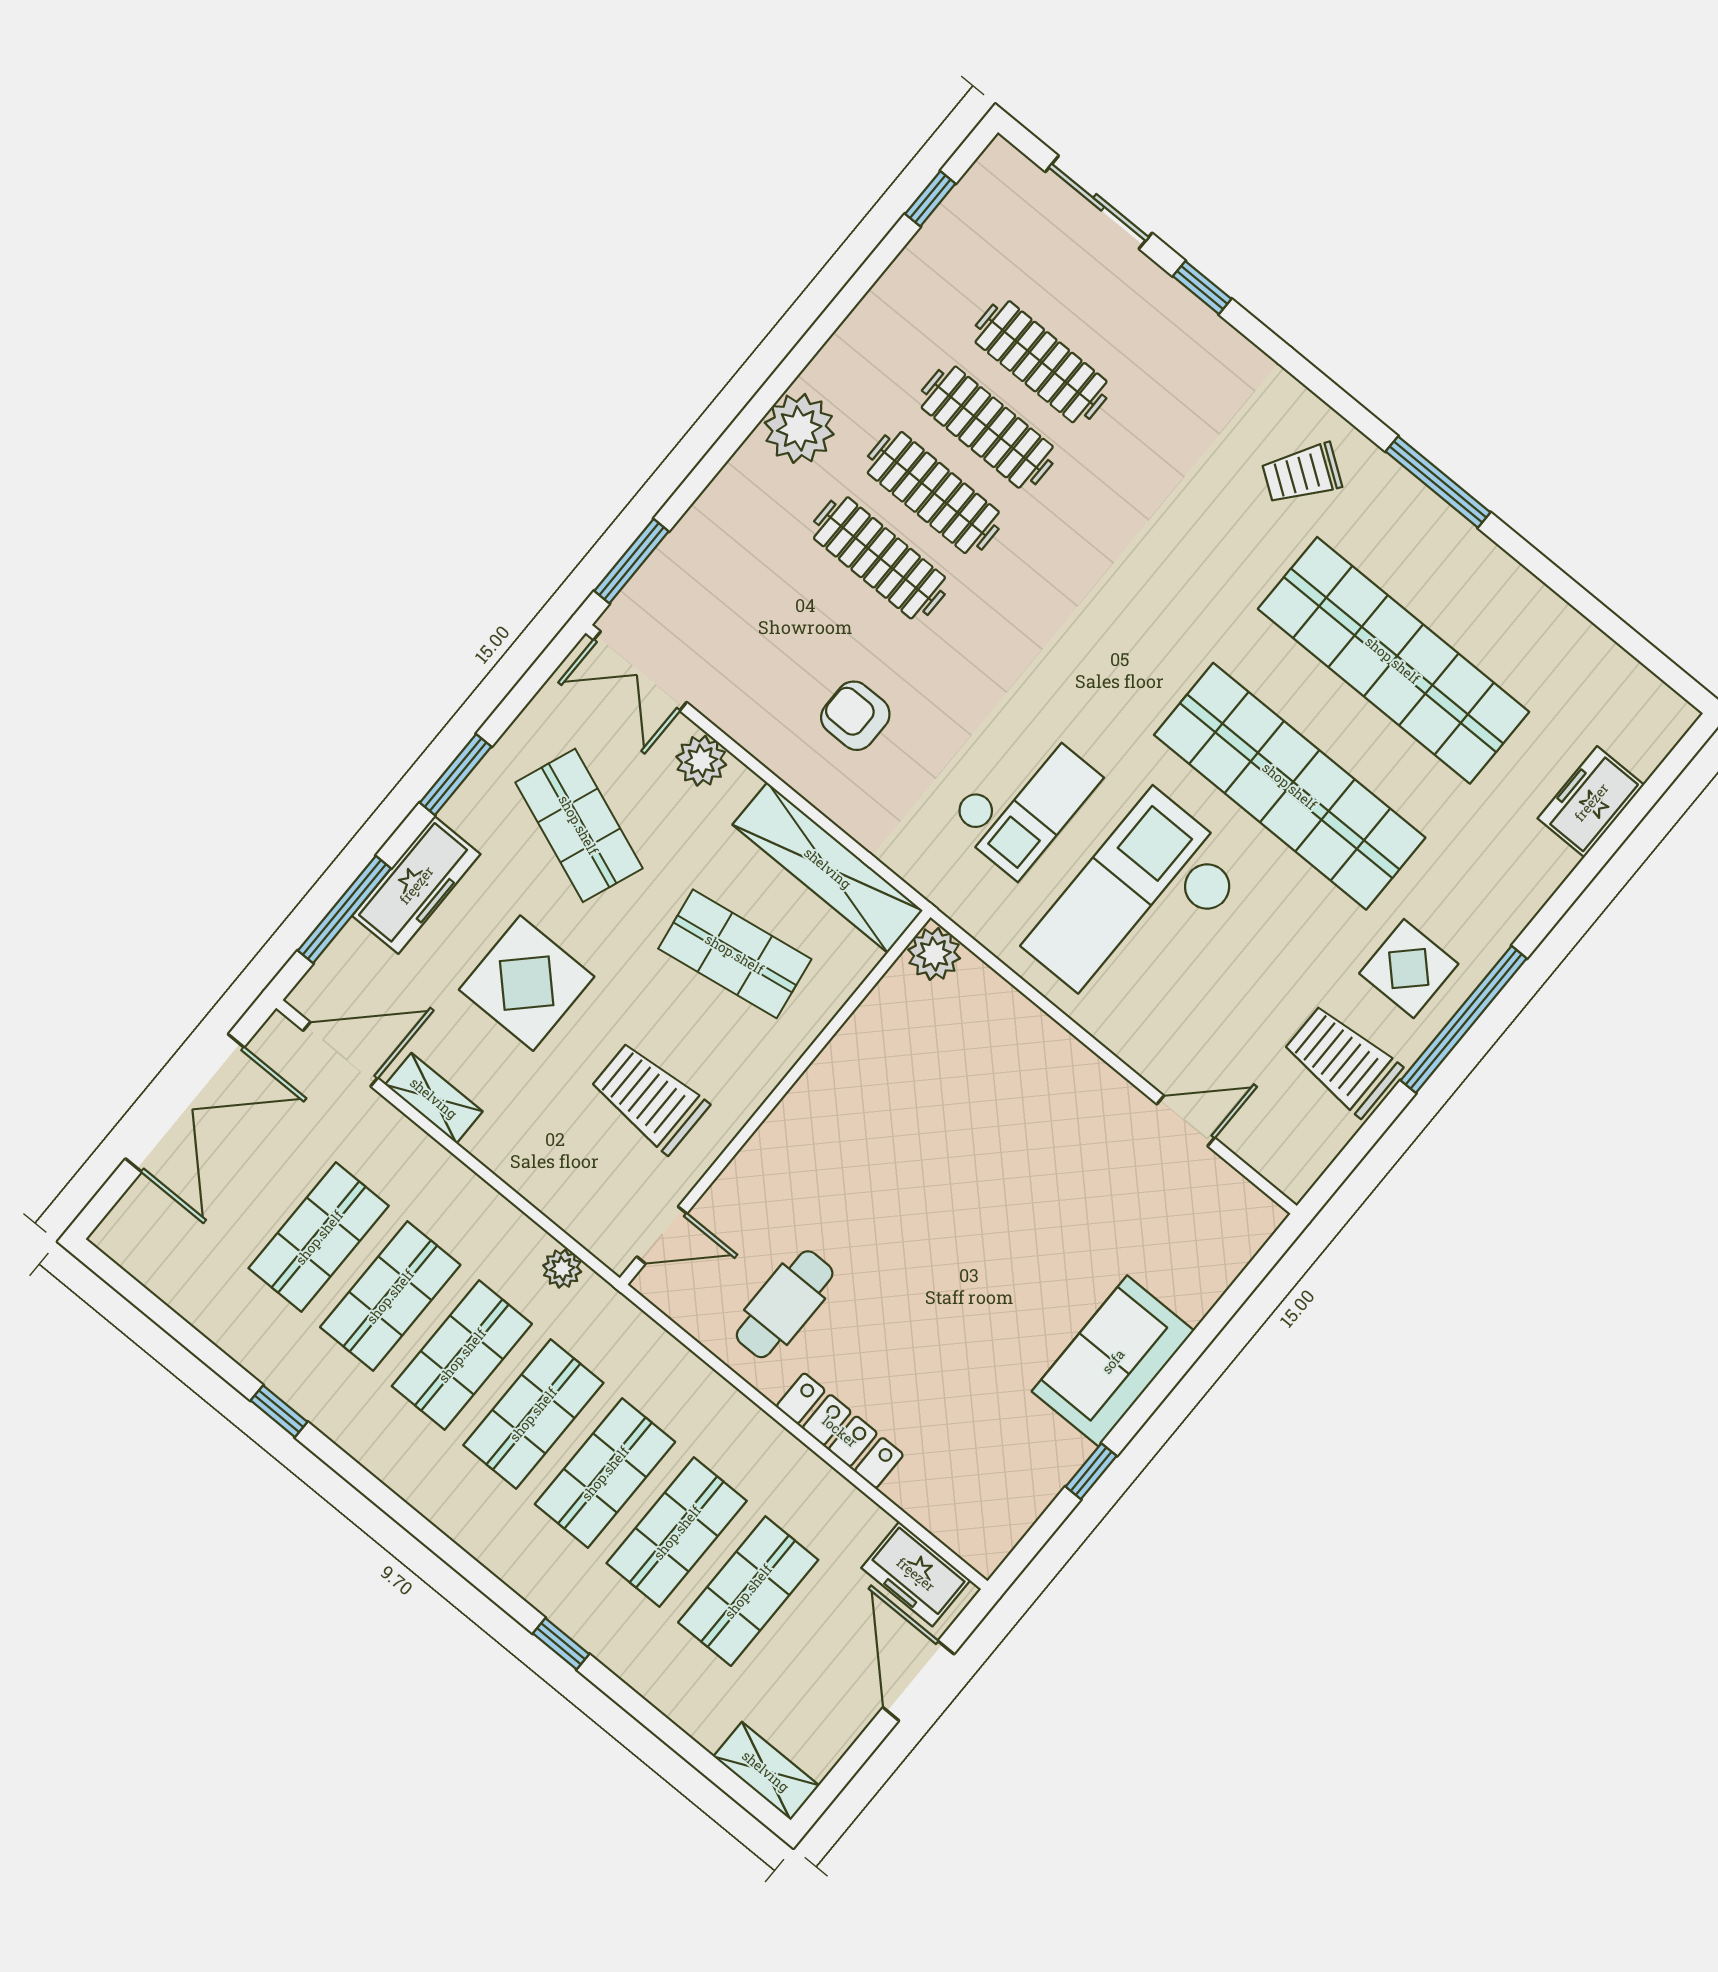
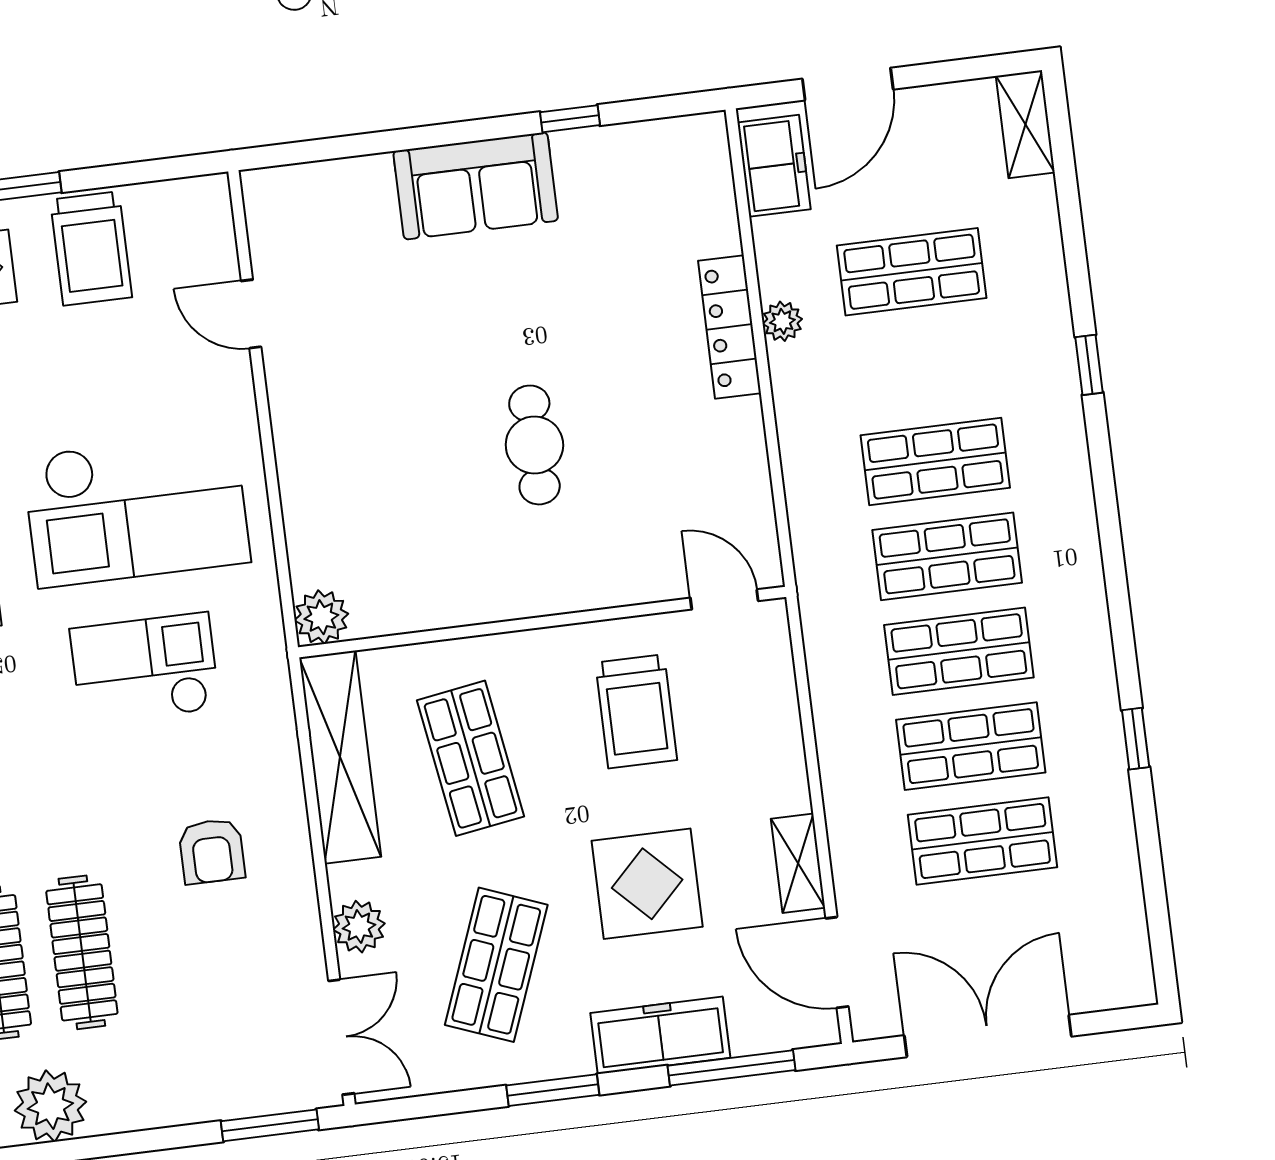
plant: (562, 1269) -> (782, 321), moved
cafe table: (785, 1304) -> (534, 445), moved, turned 90
shop shelf: (677, 1532) -> (923, 367), removed

